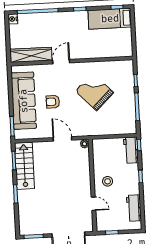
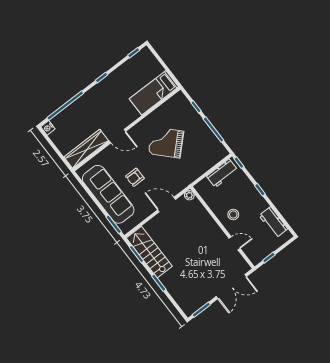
bed: (110, 19) -> (154, 93), moved
door: (61, 62) -> (117, 136), swing flipped
workbench: (131, 150) -> (222, 173), moved, turned -90

